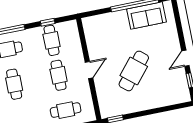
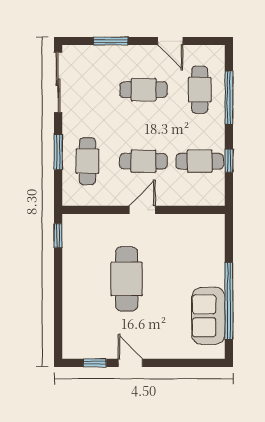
door: (89, 70) -> (142, 210), swing flipped
cafe table: (134, 71) -> (127, 279), turned 50

